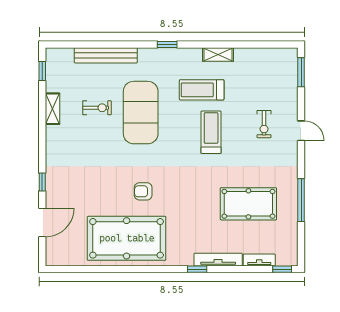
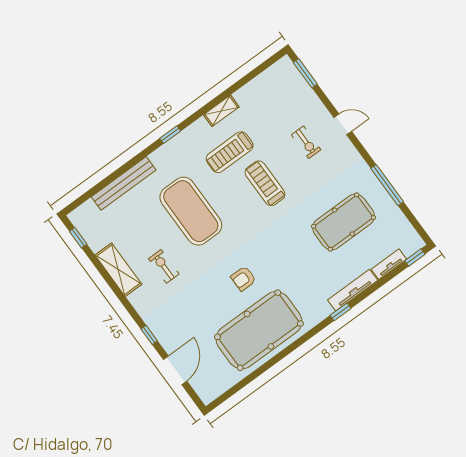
exercise bike: (97, 108) -> (164, 266), moved, turned -90
shelving: (52, 109) -> (118, 270), width x1.50, depth x1.33

